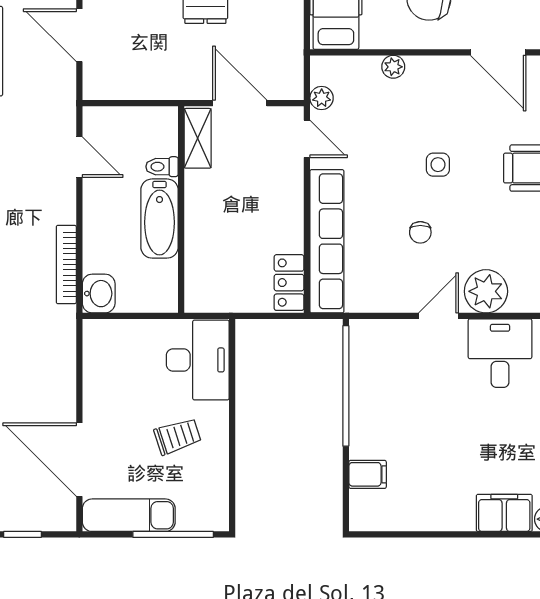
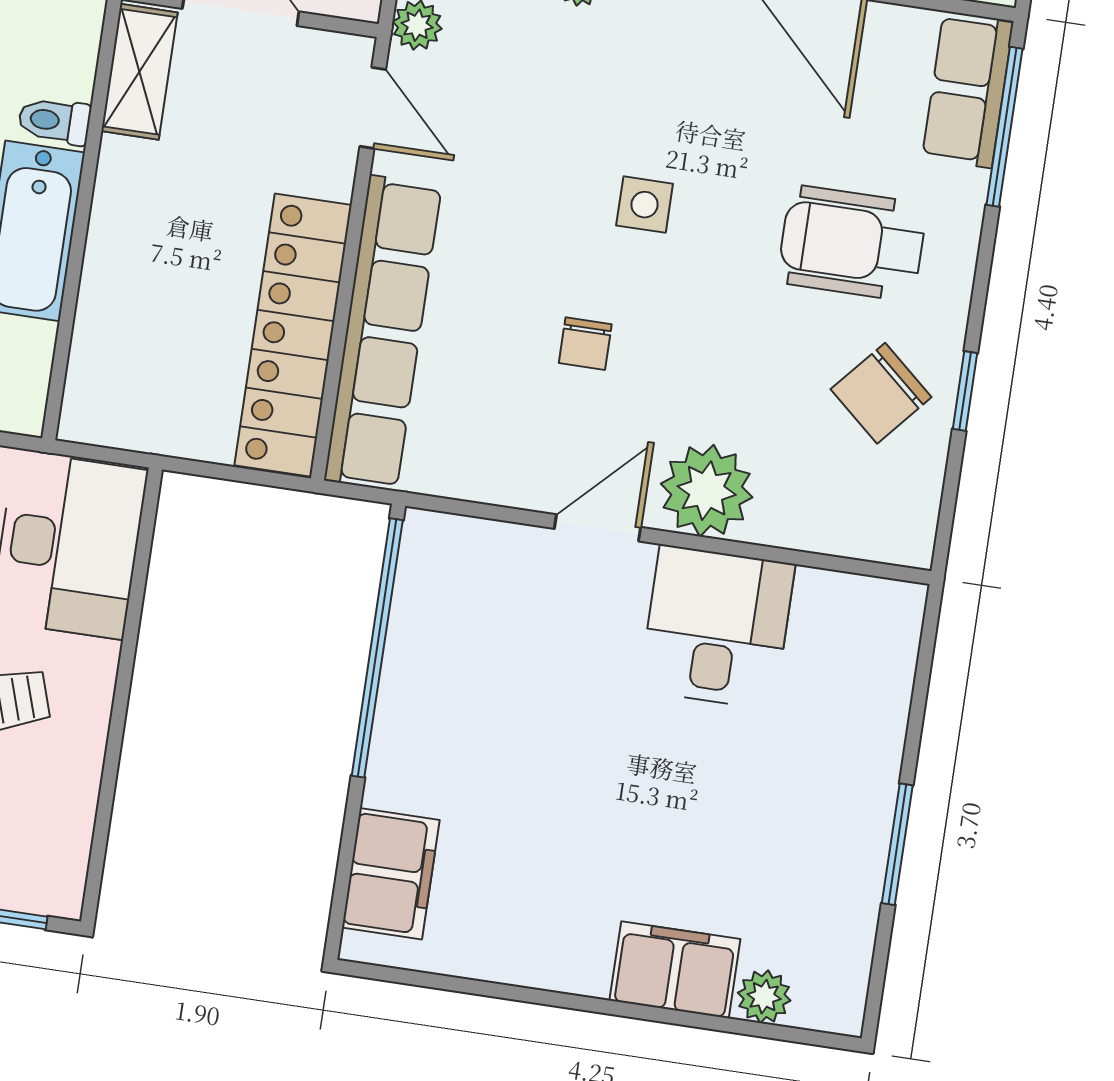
locker: (289, 283) -> (293, 335), width x2.16, depth x1.21
filing cabinet: (368, 474) -> (391, 874), width x2.00

